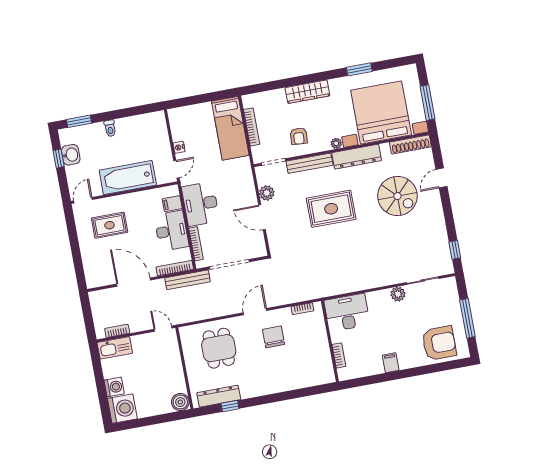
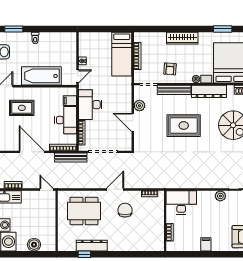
dining table: (219, 348) -> (84, 211), width x1.38
dresser: (219, 396) -> (92, 246), moved
boiler: (180, 402) -> (34, 245), moved

